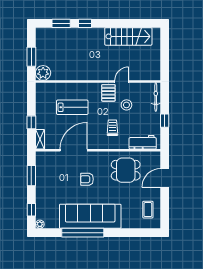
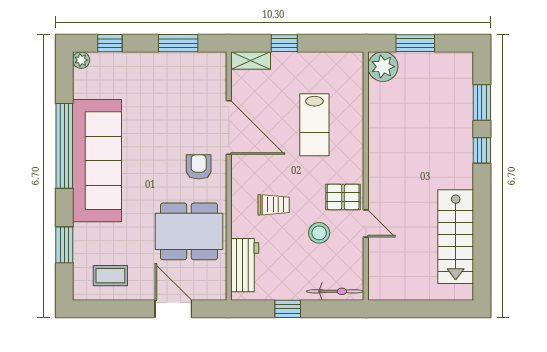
dining table: (126, 170) -> (189, 231), width x1.38
armchair: (87, 179) -> (199, 167), moved
window: (132, 233) -> (64, 245), added

